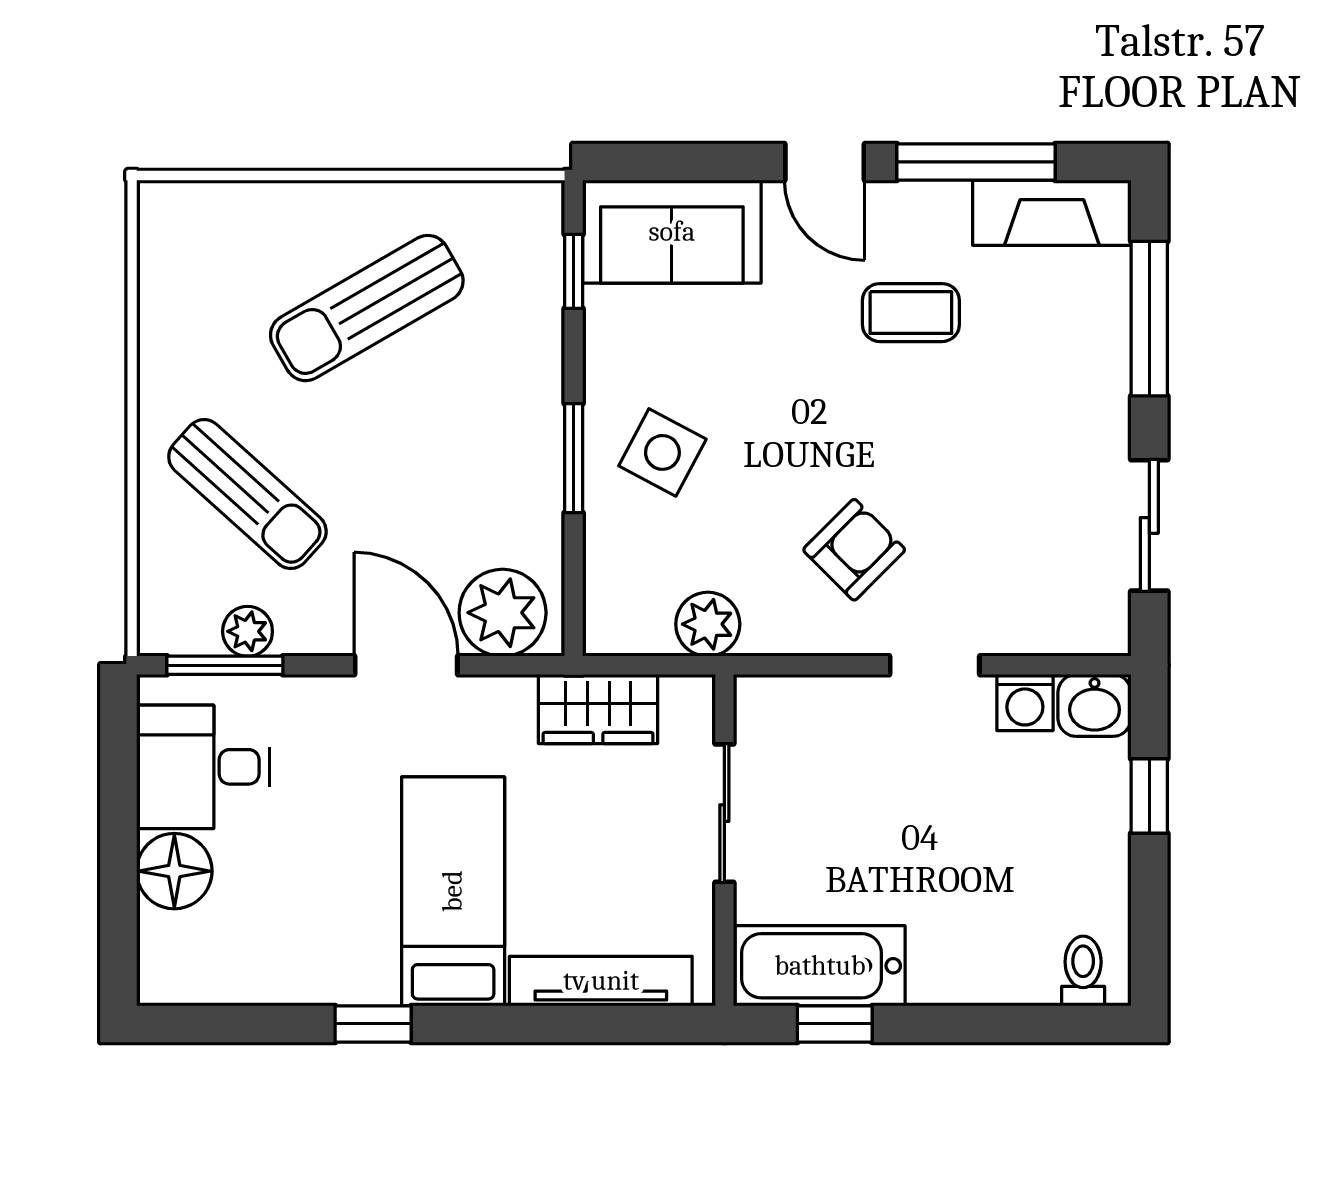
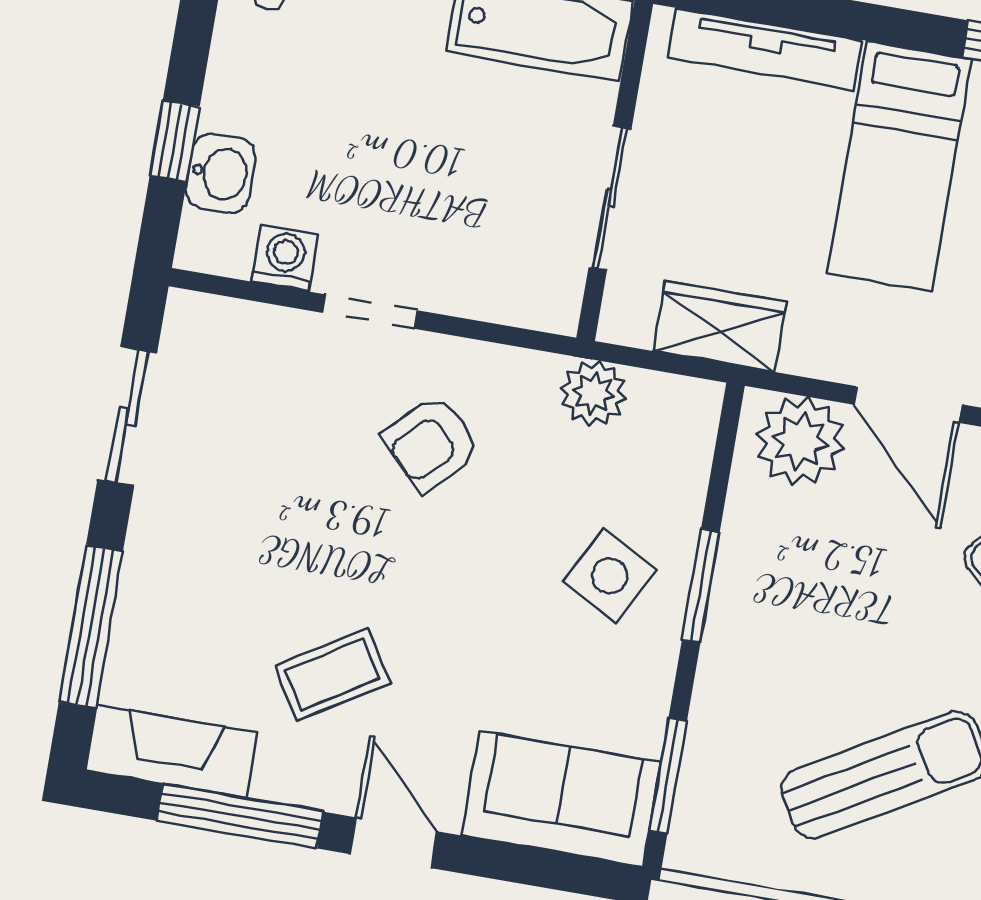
window: (574, 271) -> (668, 776), width x1.50
coffee table: (911, 313) -> (332, 674), turned -32
washbasin: (1095, 705) -> (221, 173), moved, turned 90

